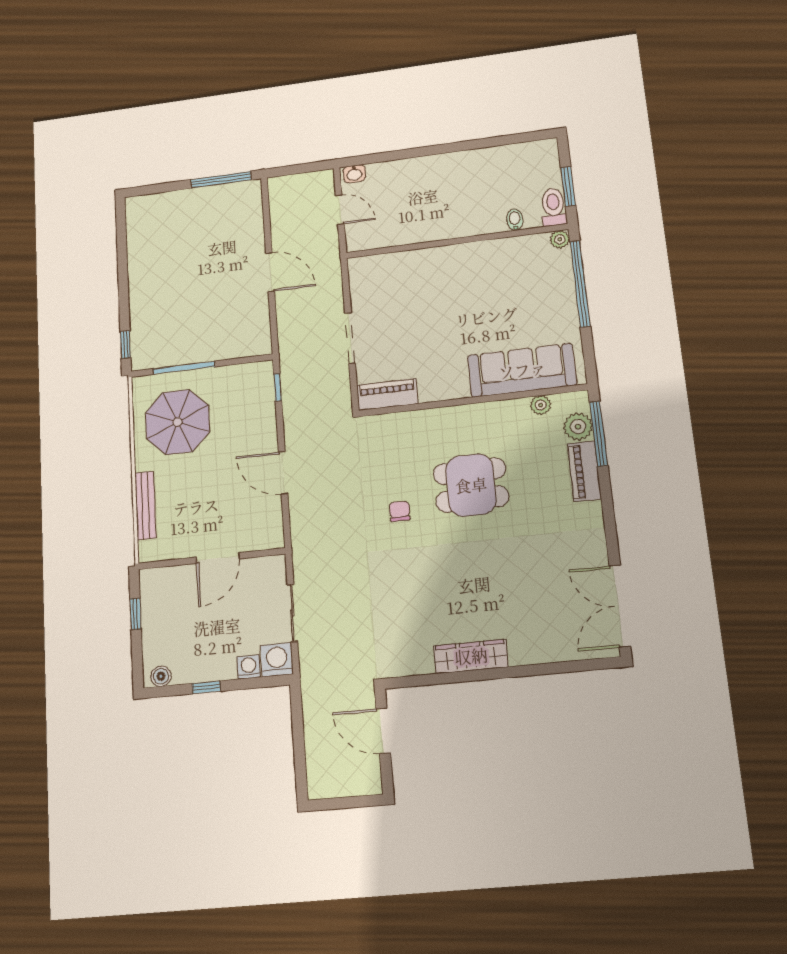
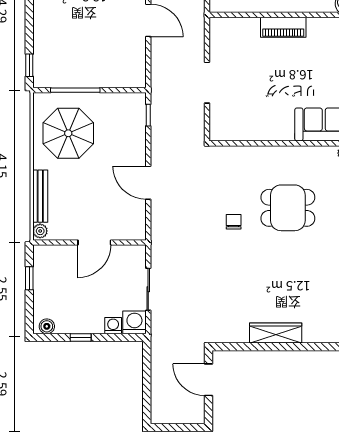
piano: (387, 395) -> (283, 27), moved, turned 180
plant: (147, 550) -> (40, 231), added

